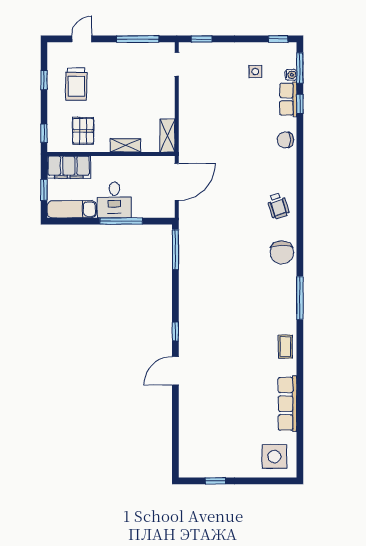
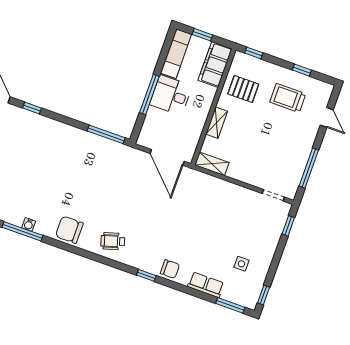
water cooler: (291, 75) -> (29, 224), moved
window: (300, 104) -> (146, 275), moved
chair: (285, 140) -> (170, 269), turned 90

